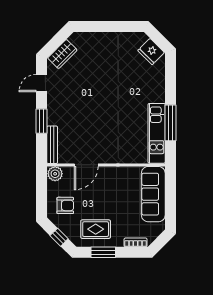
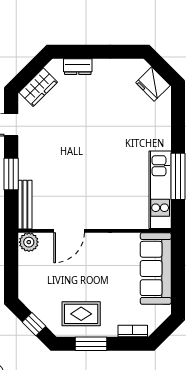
dresser: (93, 38) -> (78, 67), added
armchair: (65, 205) -> (42, 283), removed

